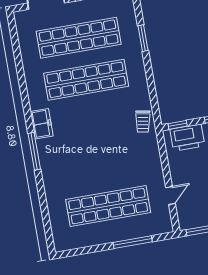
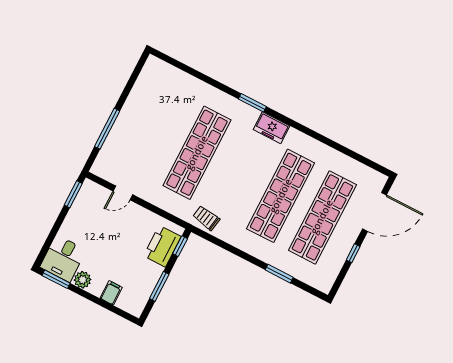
window: (34, 151) -> (252, 103), width x0.69
door: (171, 195) -> (123, 193), hinge flipped
shop shelf: (108, 206) -> (197, 153), moved

